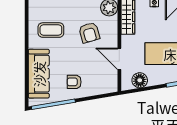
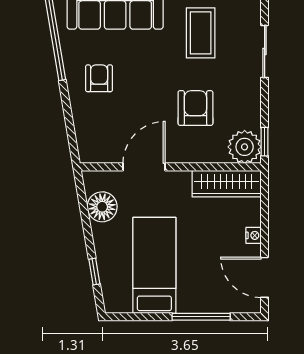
armchair: (89, 33) -> (195, 108), turned 106

